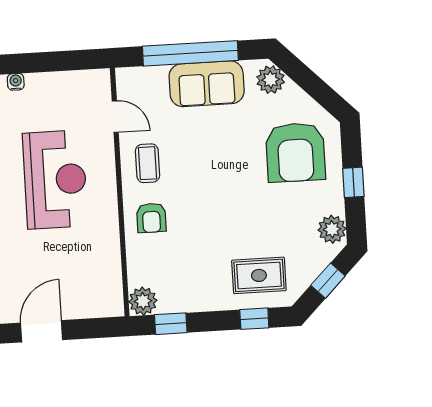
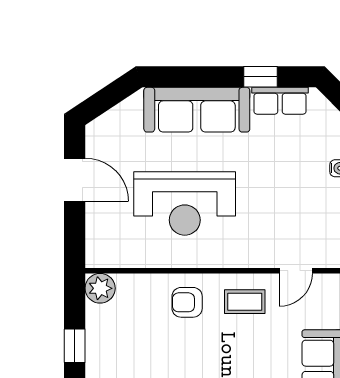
reception desk: (55, 180) -> (185, 203), moved
window: (171, 324) -> (75, 346), moved

